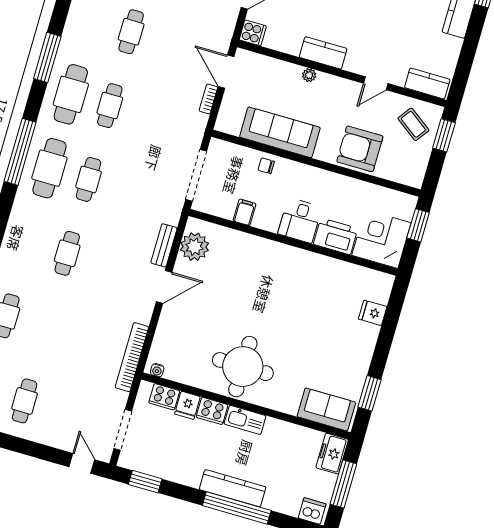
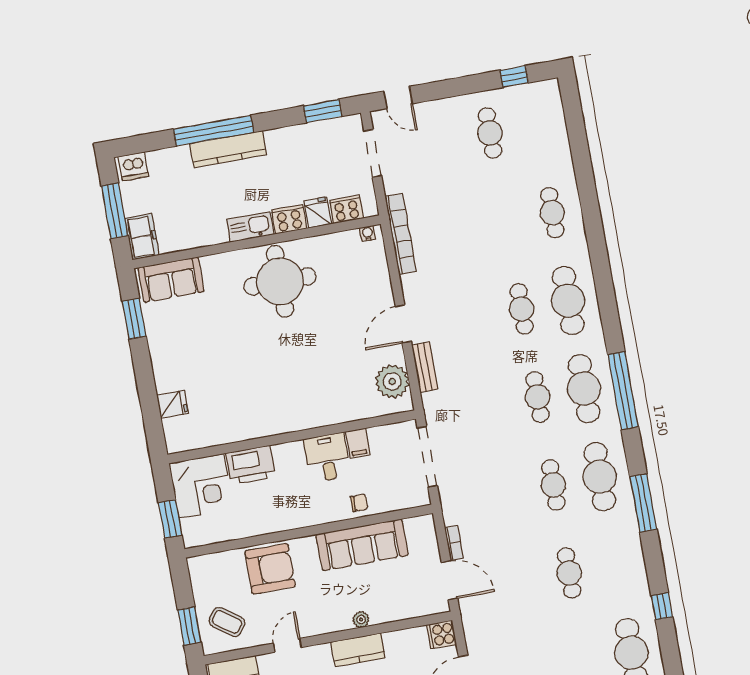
desk: (300, 220) -> (327, 457), moved
cafe table: (28, 242) -> (568, 301), added

